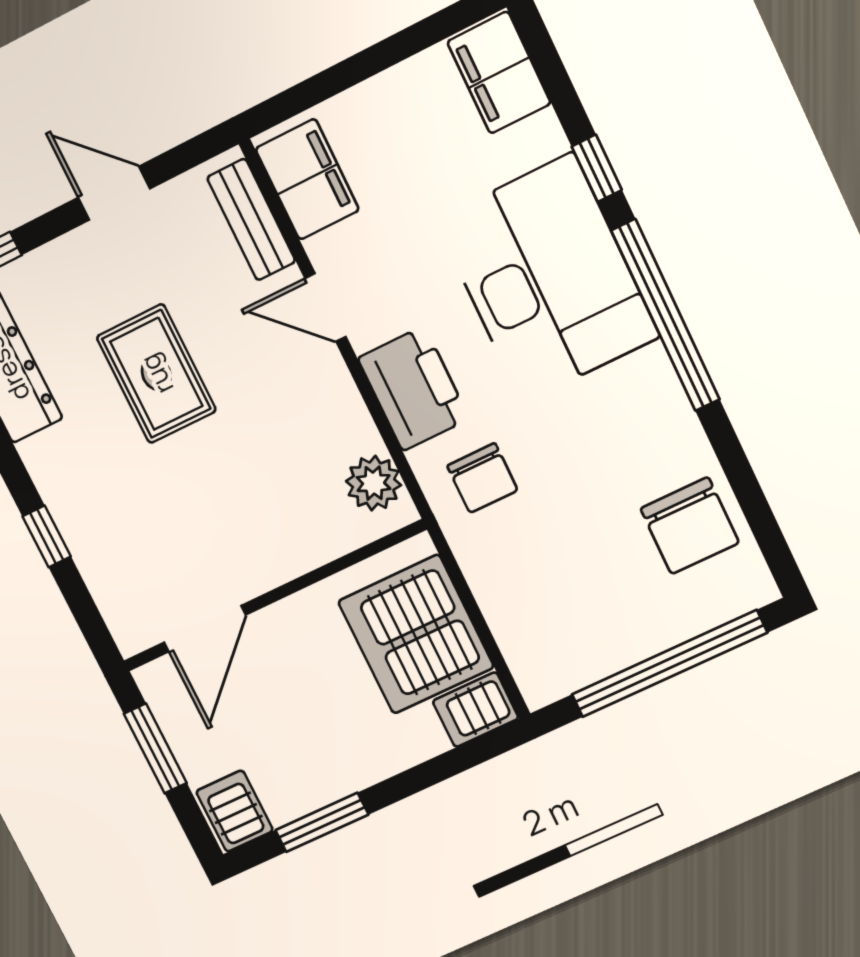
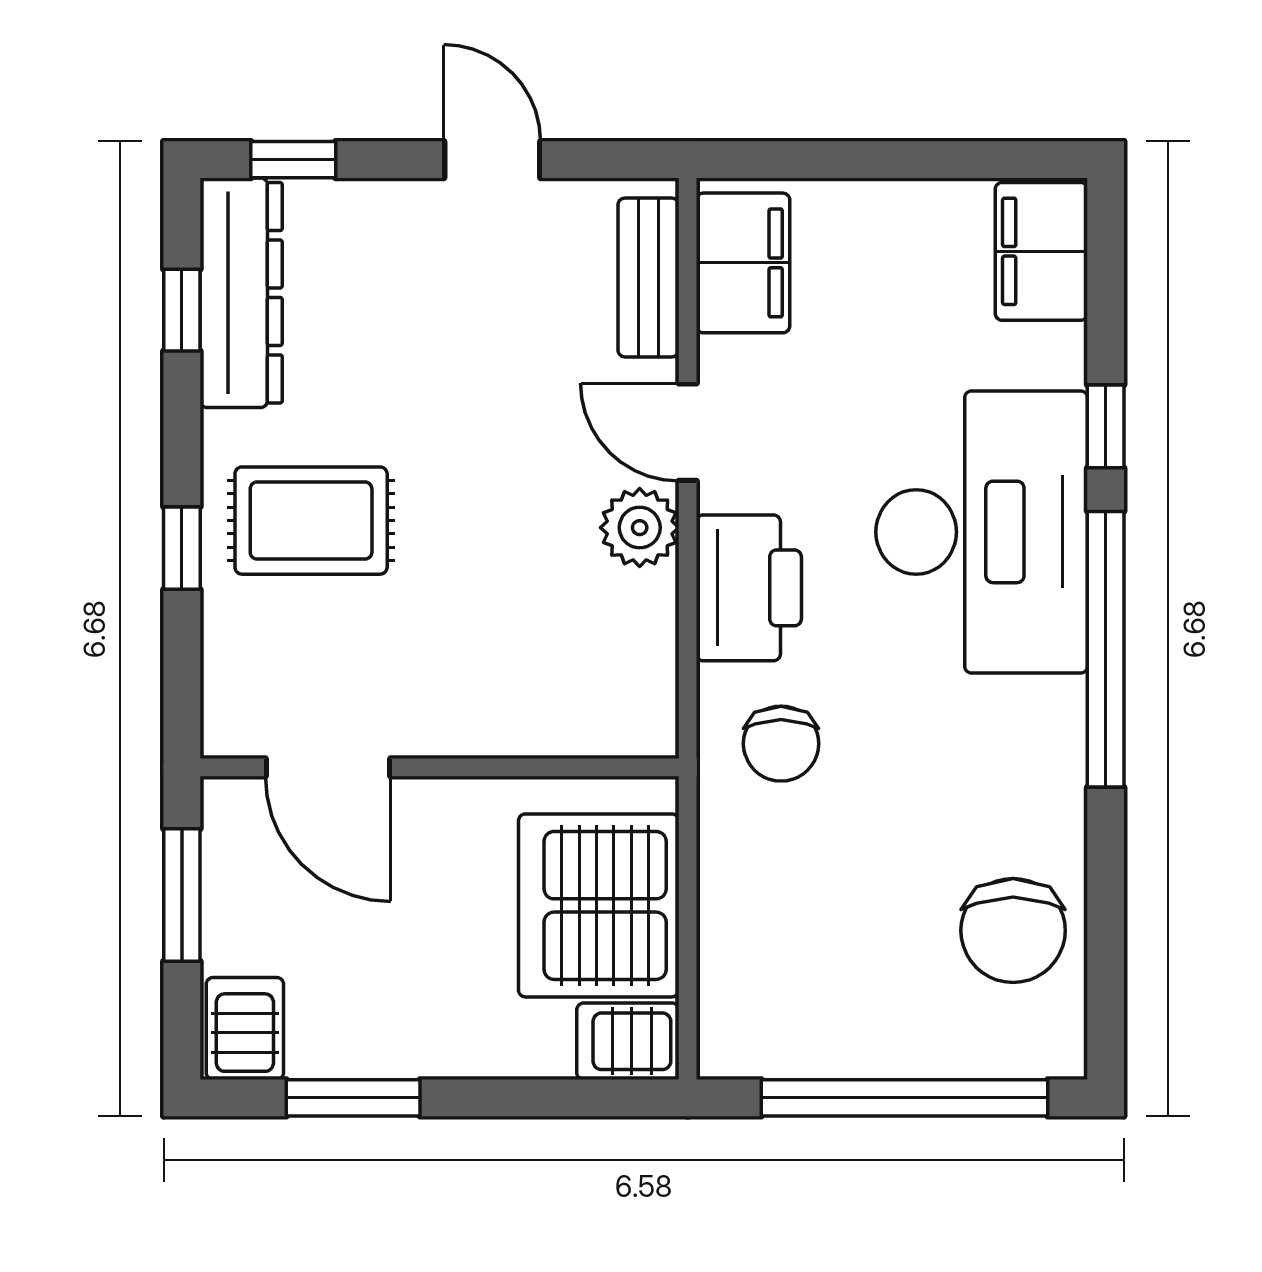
rug: (156, 374) -> (311, 521), moved, turned 90
plant: (374, 483) -> (640, 528), moved
door: (205, 629) -> (328, 767), hinge flipped

